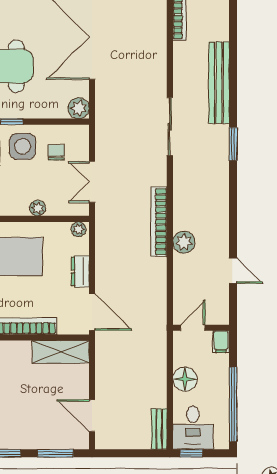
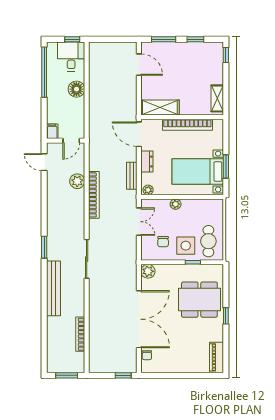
door: (193, 328) -> (71, 141), moved
wall: (201, 328) -> (66, 141), moved
filing cabinet: (221, 342) -> (52, 131), moved
bench: (159, 429) -> (132, 176), moved

